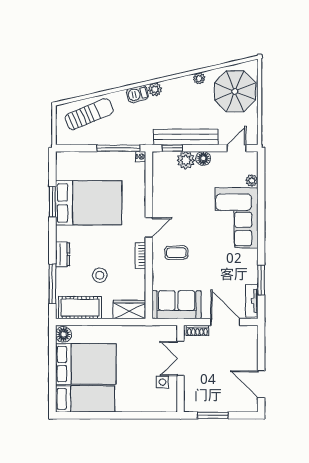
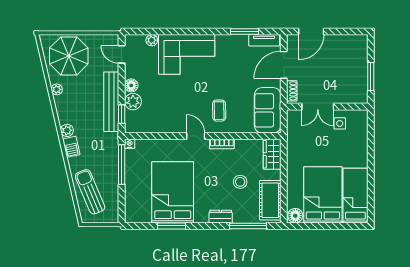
door: (261, 384) -> (311, 31), moved

